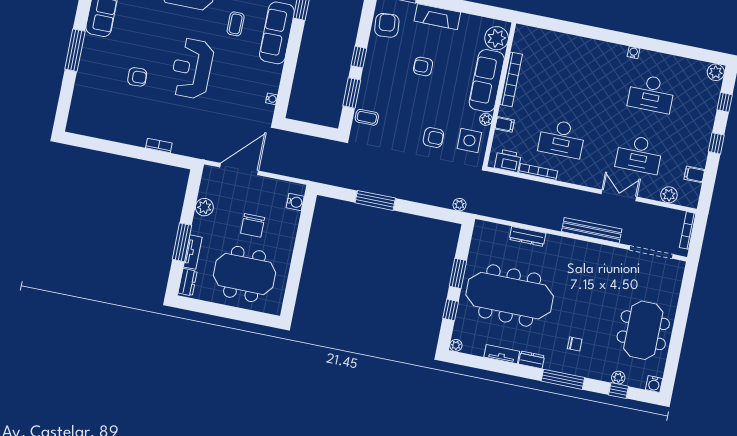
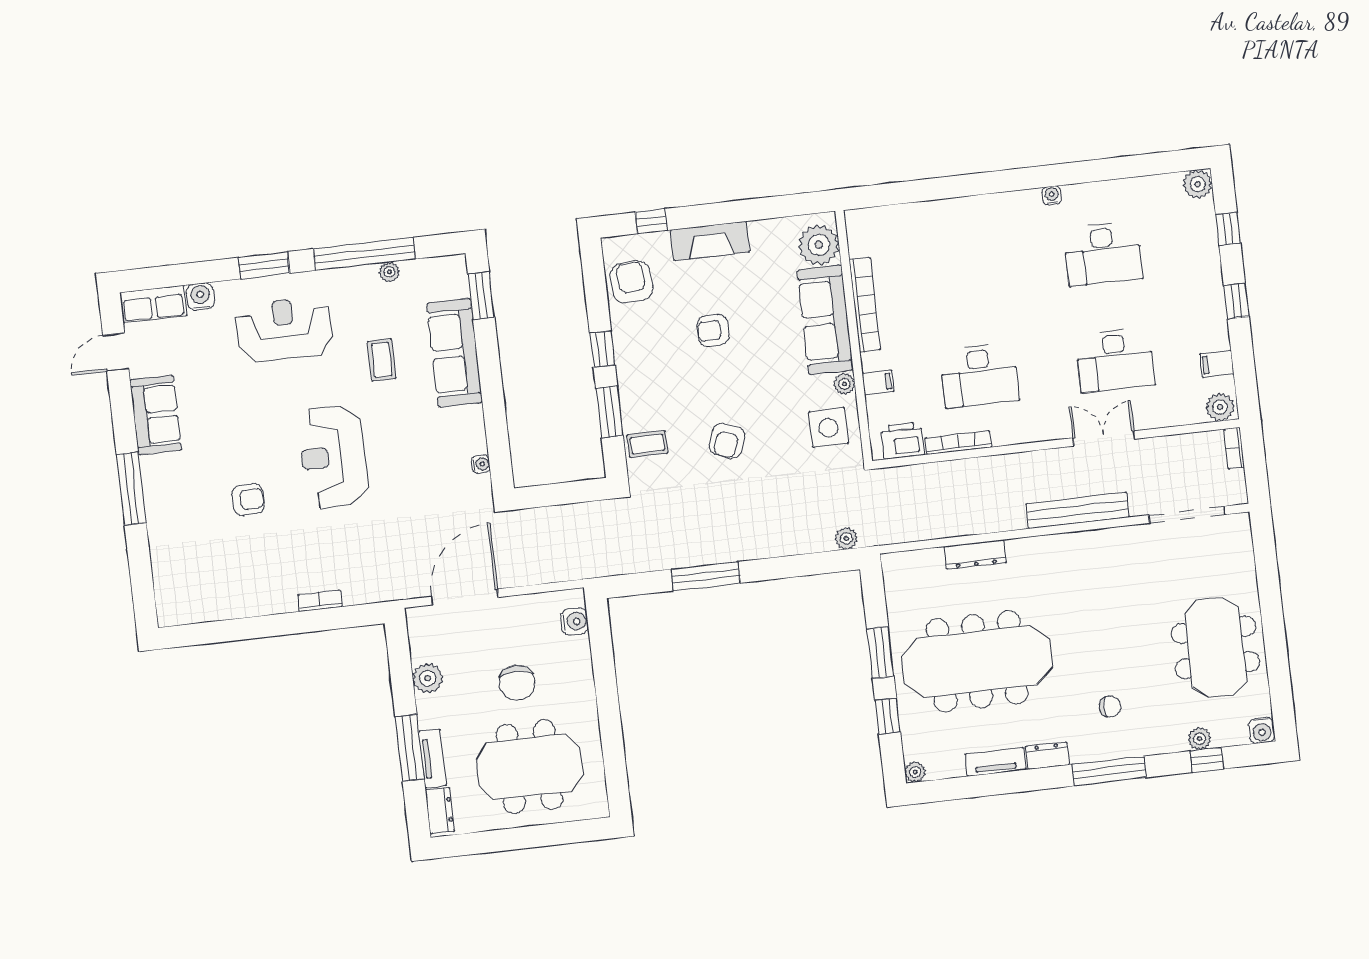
armchair: (433, 138) -> (727, 441), moved, turned 111
plant: (669, 195) -> (1220, 407), moved
bookcase: (688, 230) -> (1234, 448), width x0.64

